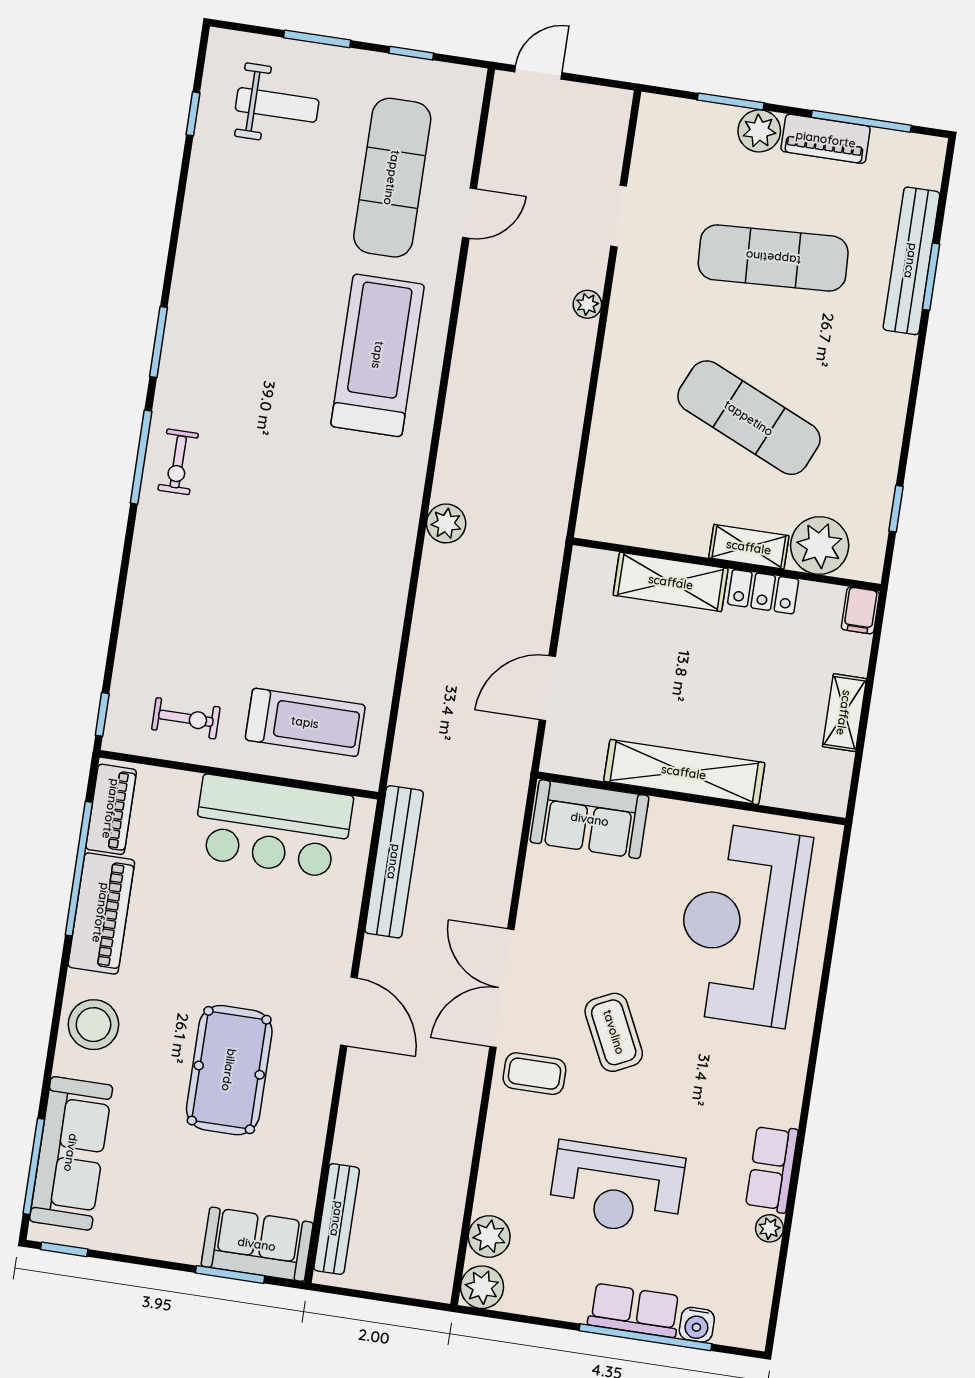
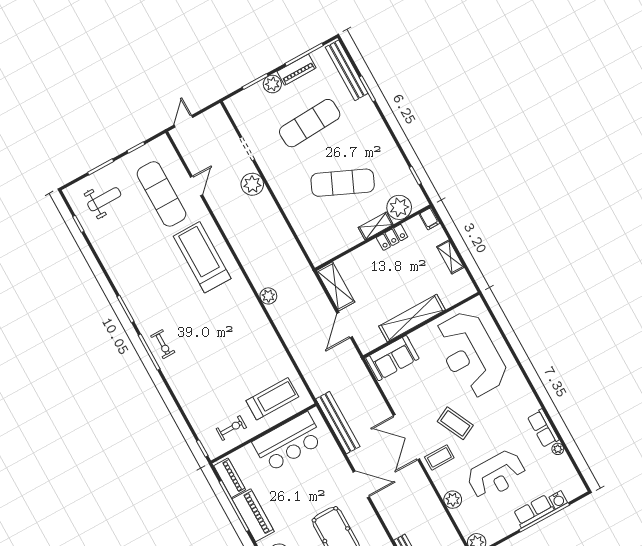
bench: (911, 261) -> (347, 70), moved
plant: (587, 304) -> (252, 184), width x1.88, depth x1.88
shelving: (671, 582) -> (336, 286), moved, turned 90
plant: (489, 1236) -> (453, 500), moved

